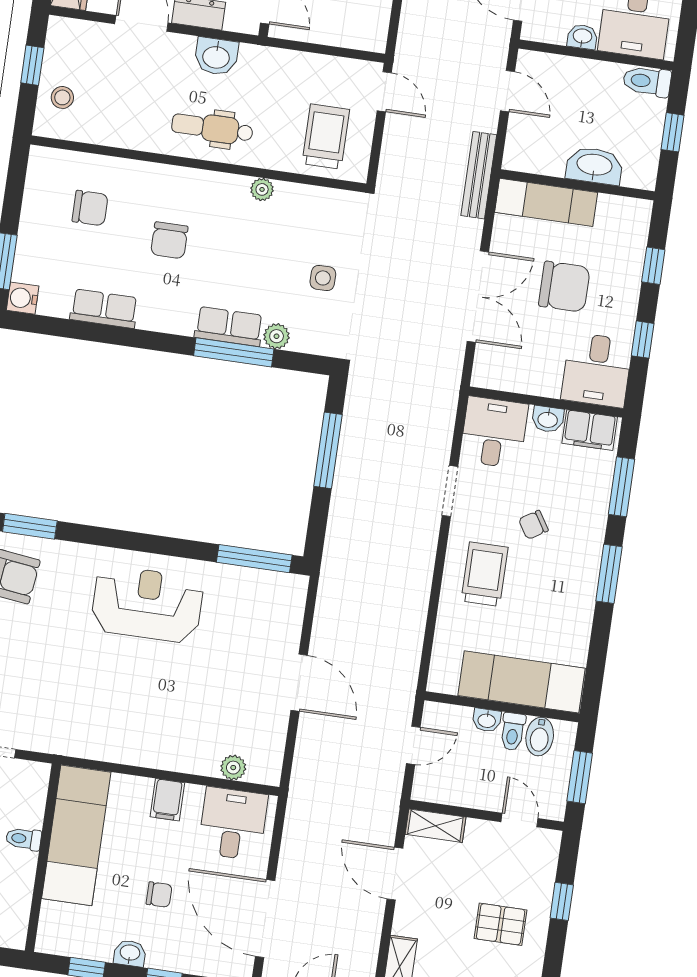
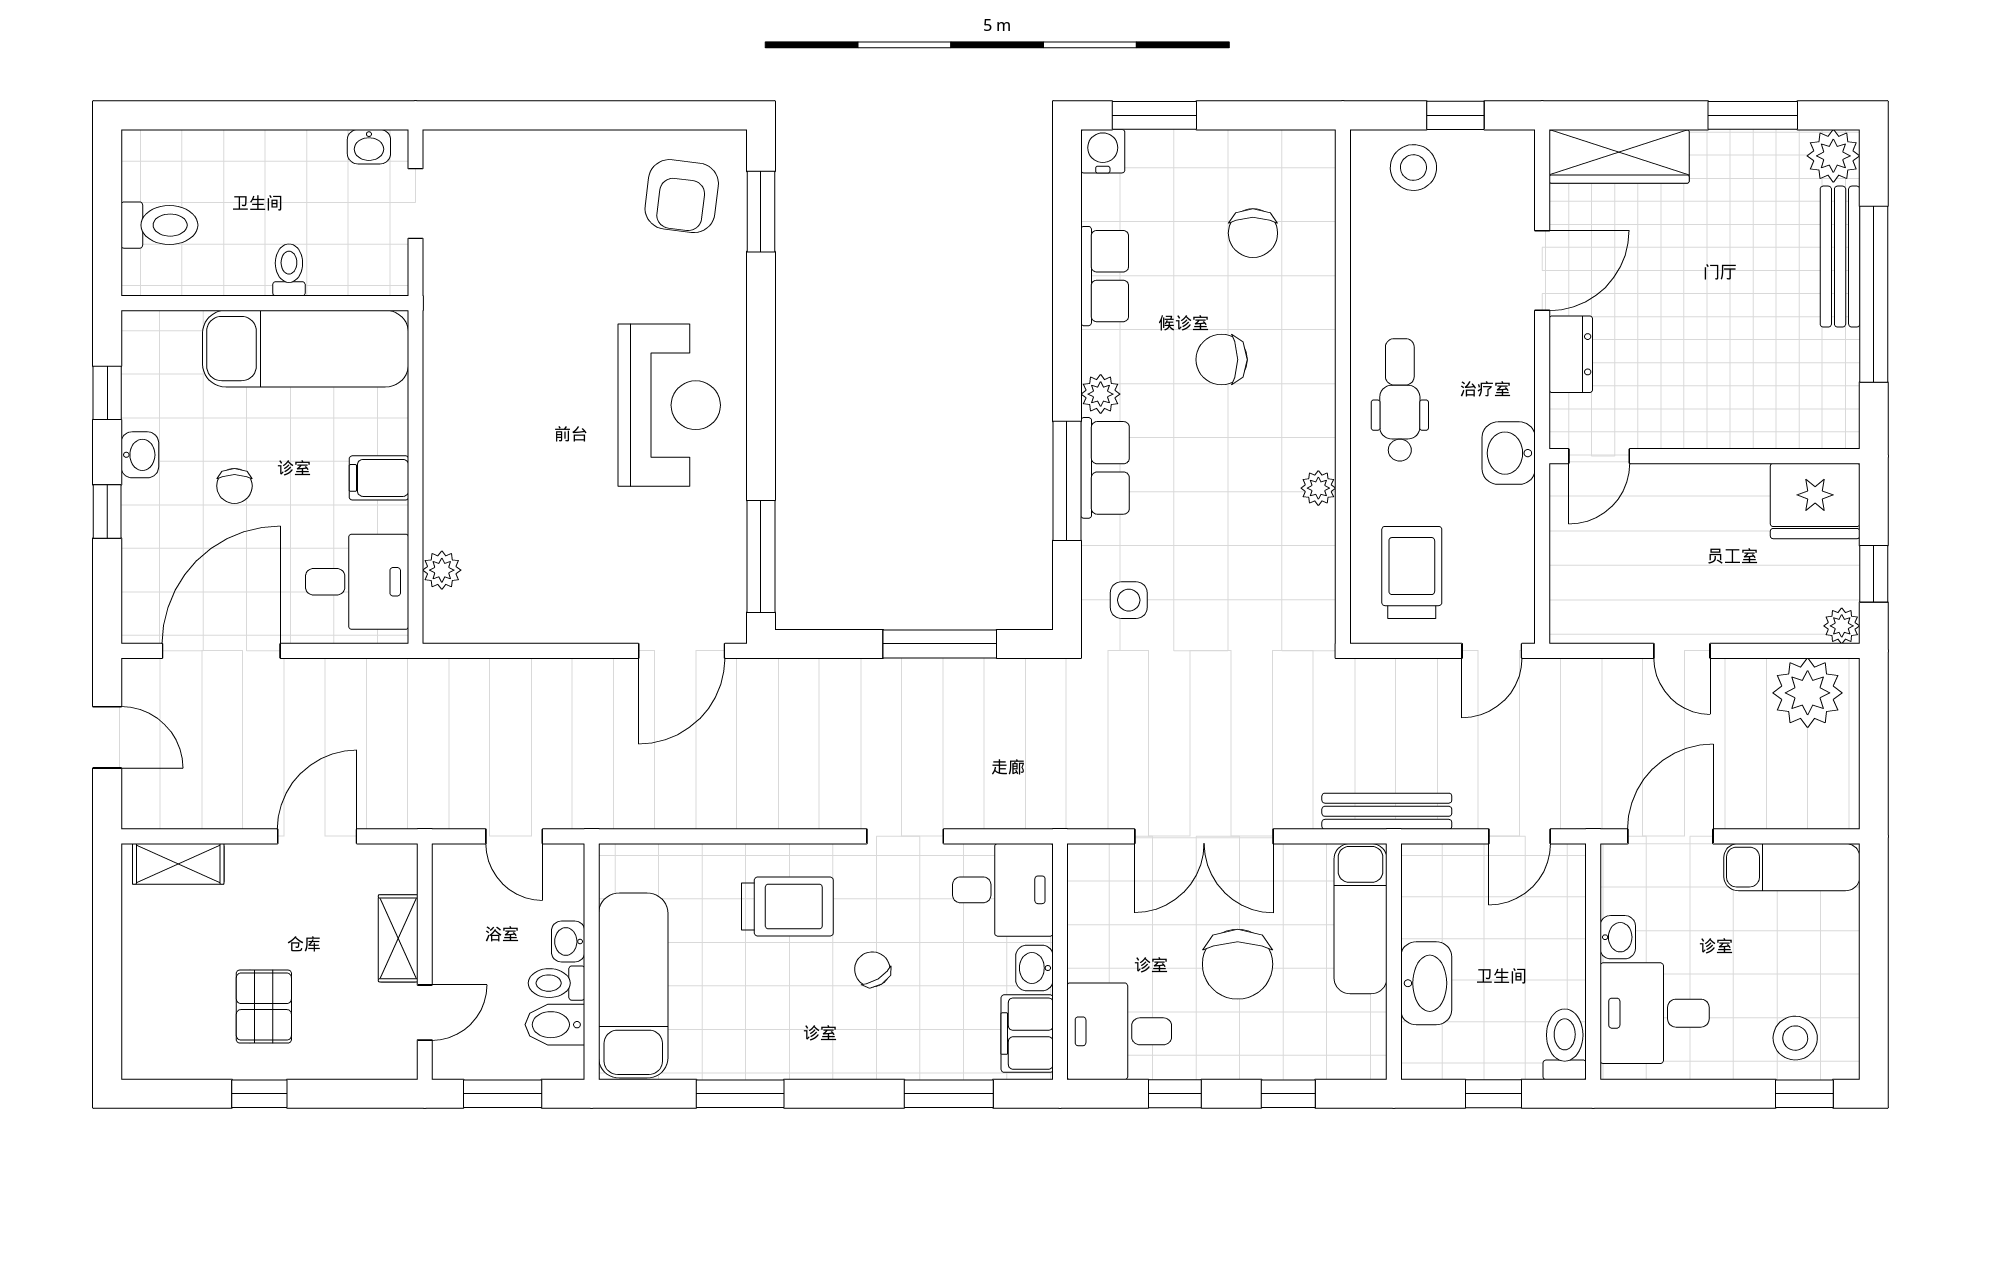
washbasin: (216, 56) -> (1509, 453), moved
stool: (62, 97) -> (1413, 168), width x1.37, depth x1.37
trolley: (326, 137) -> (1412, 573), turned -90
side table: (323, 278) -> (1129, 600), moved
plant: (277, 336) -> (1101, 394), moved
window: (609, 574) -> (740, 1094), moved
door: (299, 683) -> (682, 651), moved
shelving: (435, 826) -> (398, 938), moved
window: (562, 901) -> (259, 1094), moved

